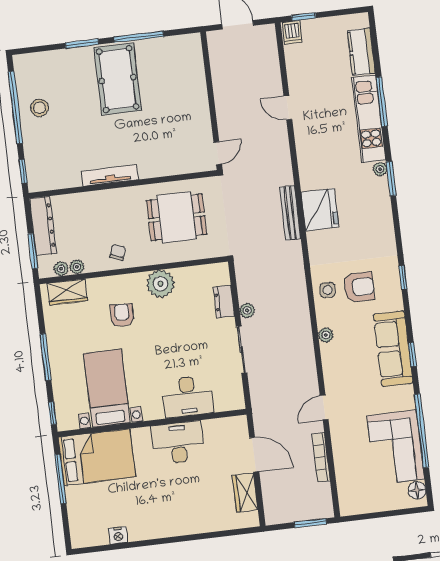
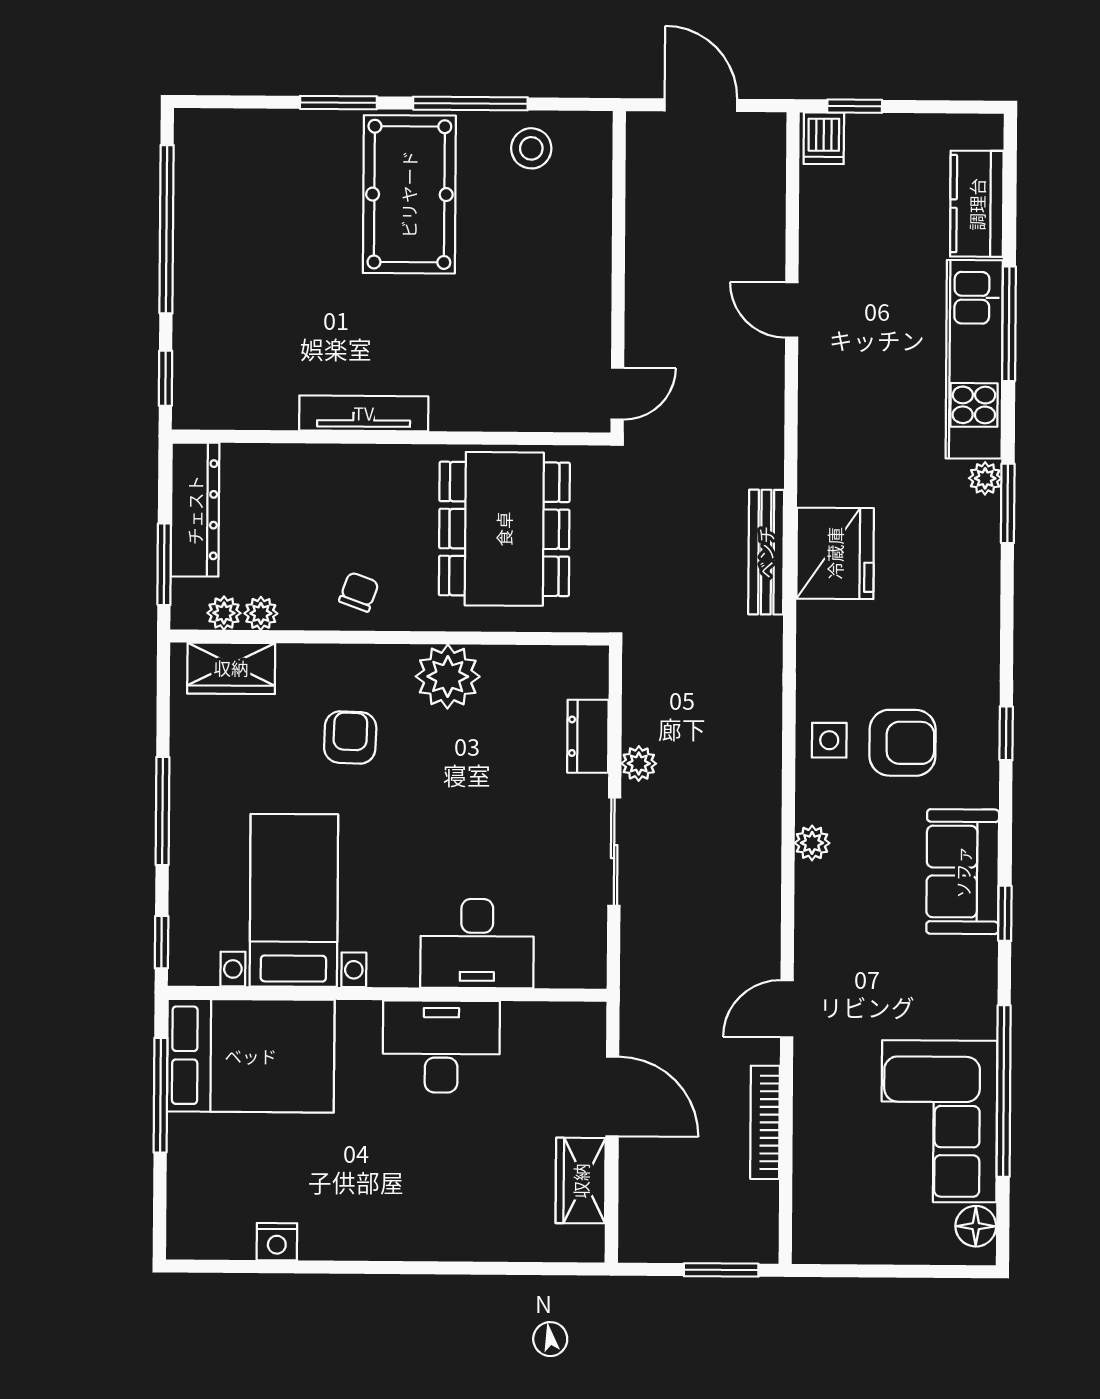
stool: (40, 108) -> (531, 148), moved
dining table: (177, 217) -> (504, 529), width x1.38
sofa: (393, 349) -> (963, 872), width x0.73

